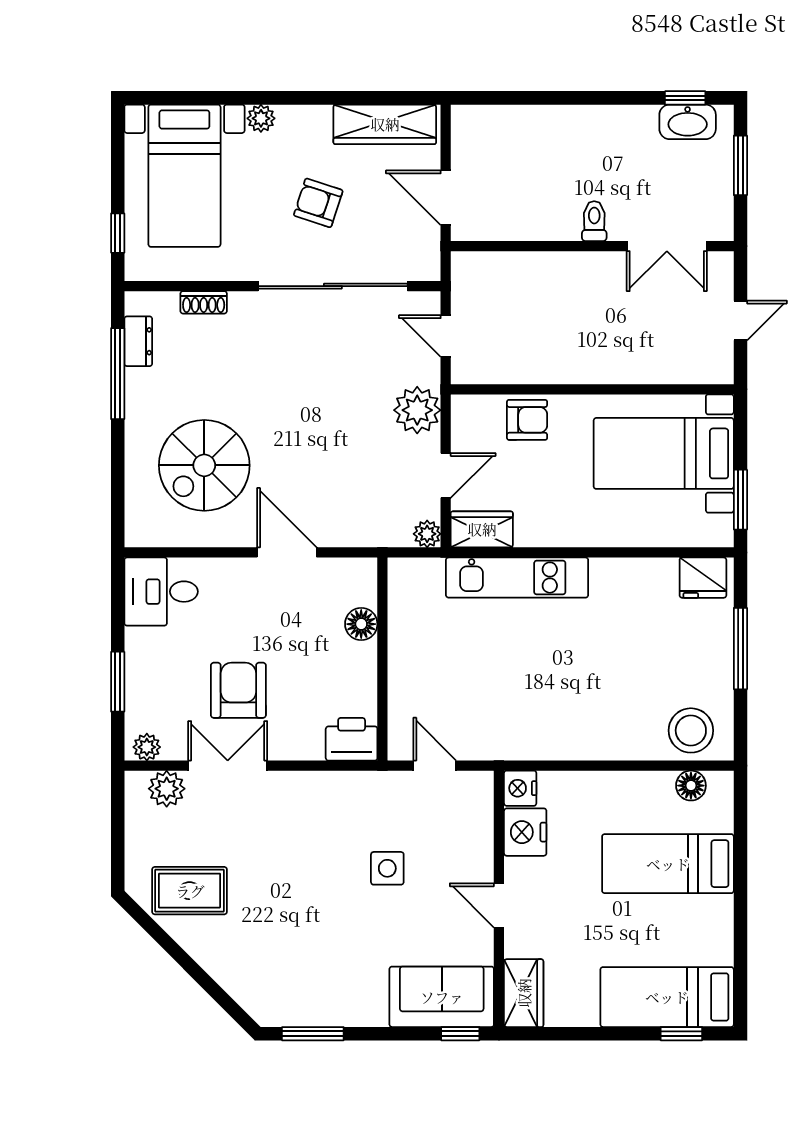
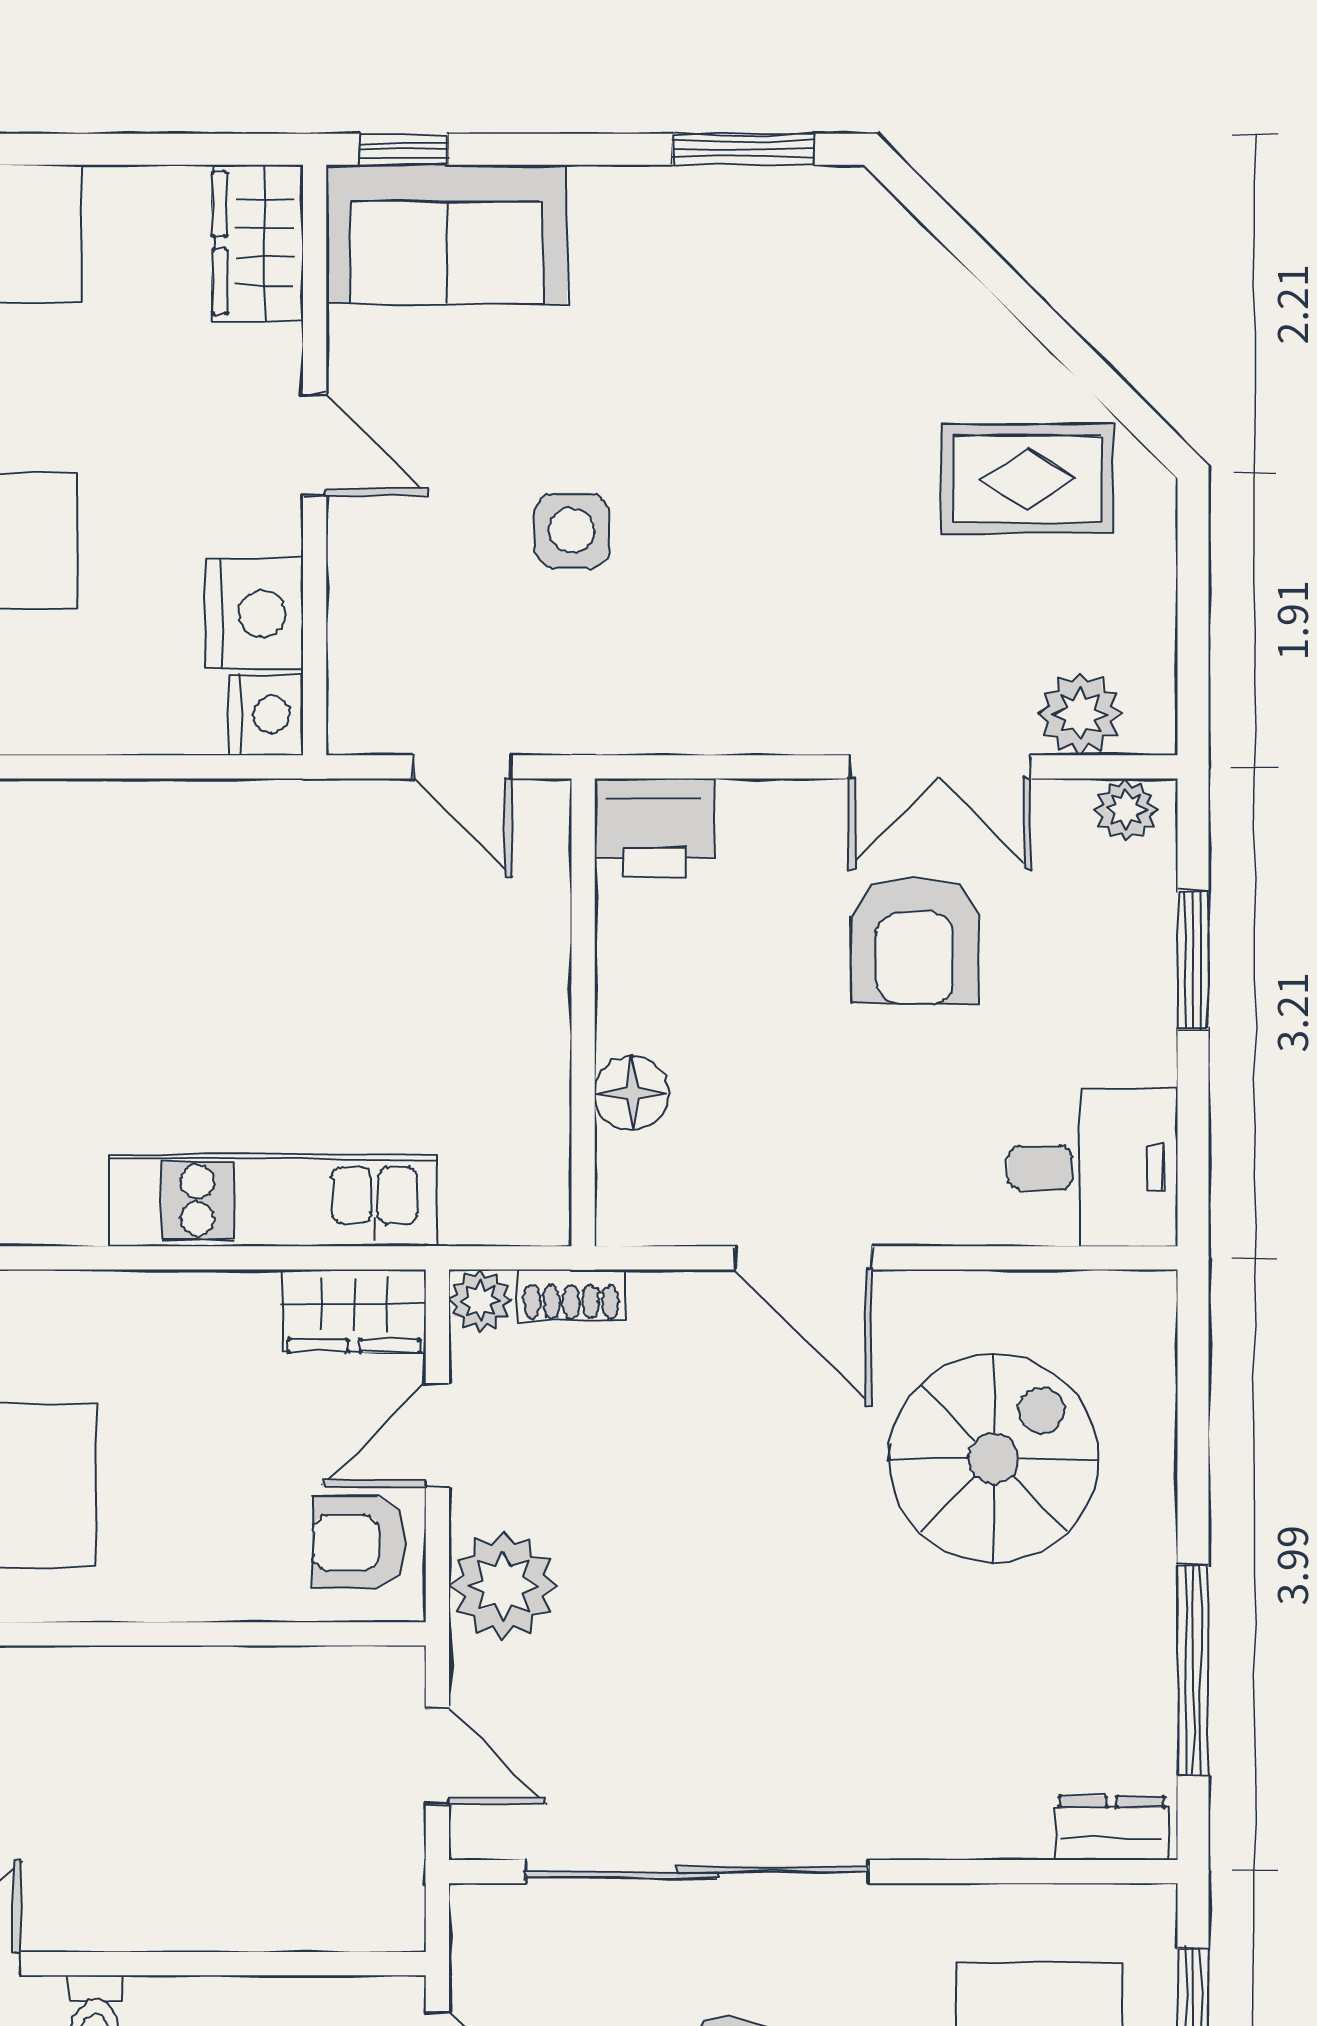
shoe rack: (204, 302) -> (571, 1295), moved, turned 180
dresser: (138, 341) -> (1112, 1828), moved, turned 90
armchair: (527, 420) -> (359, 1543), moved

